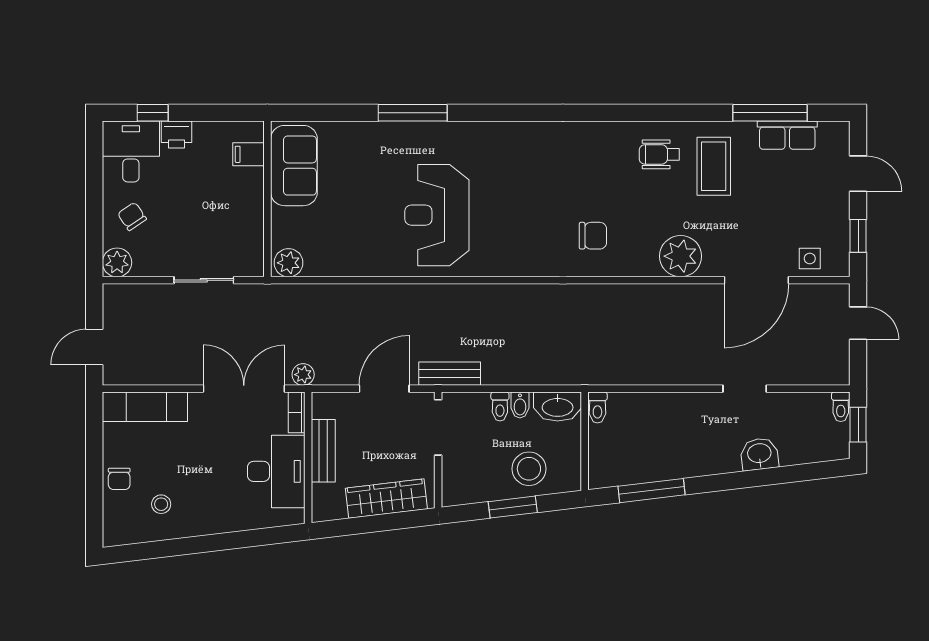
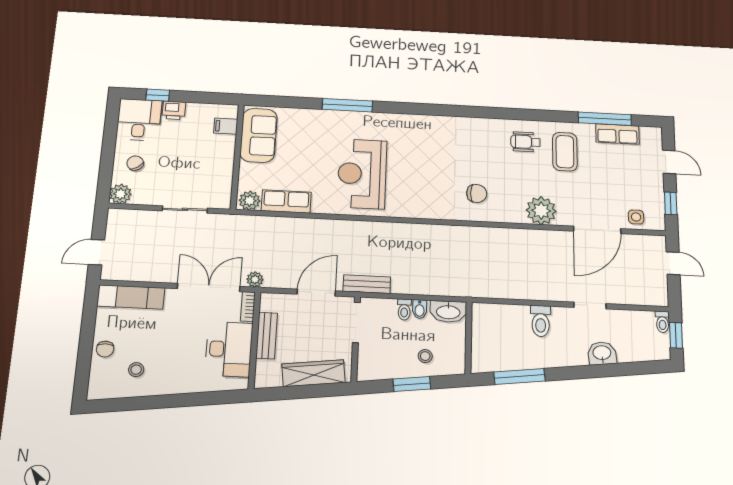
row of seats: (337, 261) -> (286, 202), added
toilet: (597, 408) -> (541, 321), moved, width x1.37, depth x1.39
stool: (529, 469) -> (425, 356), width x0.53, depth x0.53

